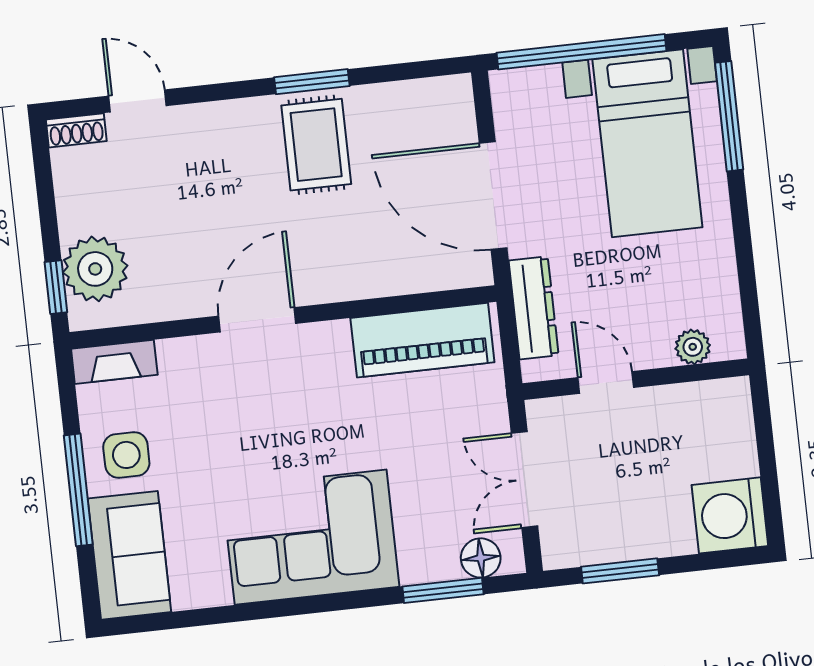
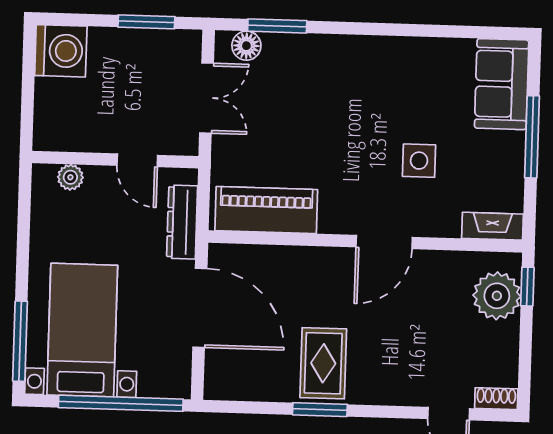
side table: (126, 455) -> (419, 161), moved
corner sofa: (311, 537) -> (368, 78), removed

